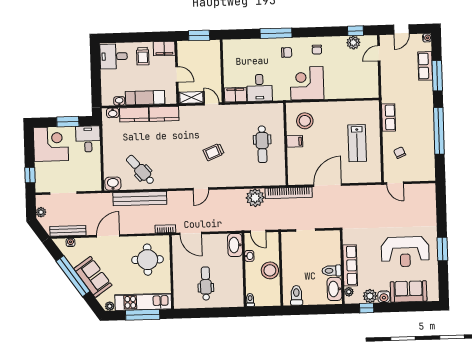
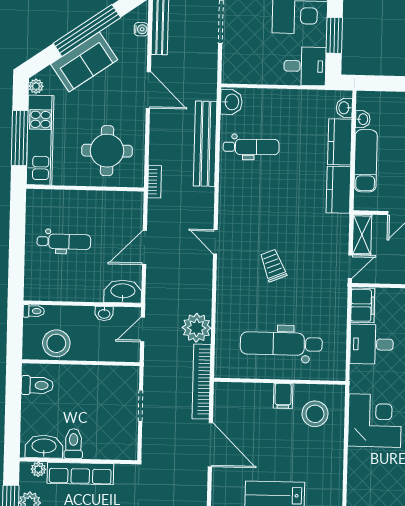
dental chair: (262, 144) -> (281, 344), width x1.36, depth x1.38
dental chair: (140, 170) -> (251, 147), turned 40
door: (191, 233) -> (144, 248), moved
stool: (270, 270) -> (56, 343), moved

